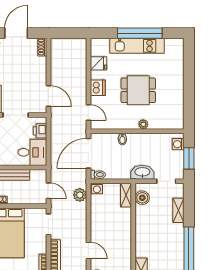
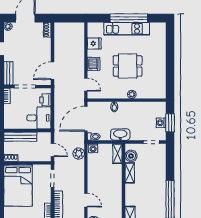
door: (48, 96) -> (52, 71), swing flipped
washing machine: (178, 144) -> (161, 123), moved
washbasin: (142, 172) -> (120, 135), moved
shelving: (178, 210) -> (130, 173), moved

